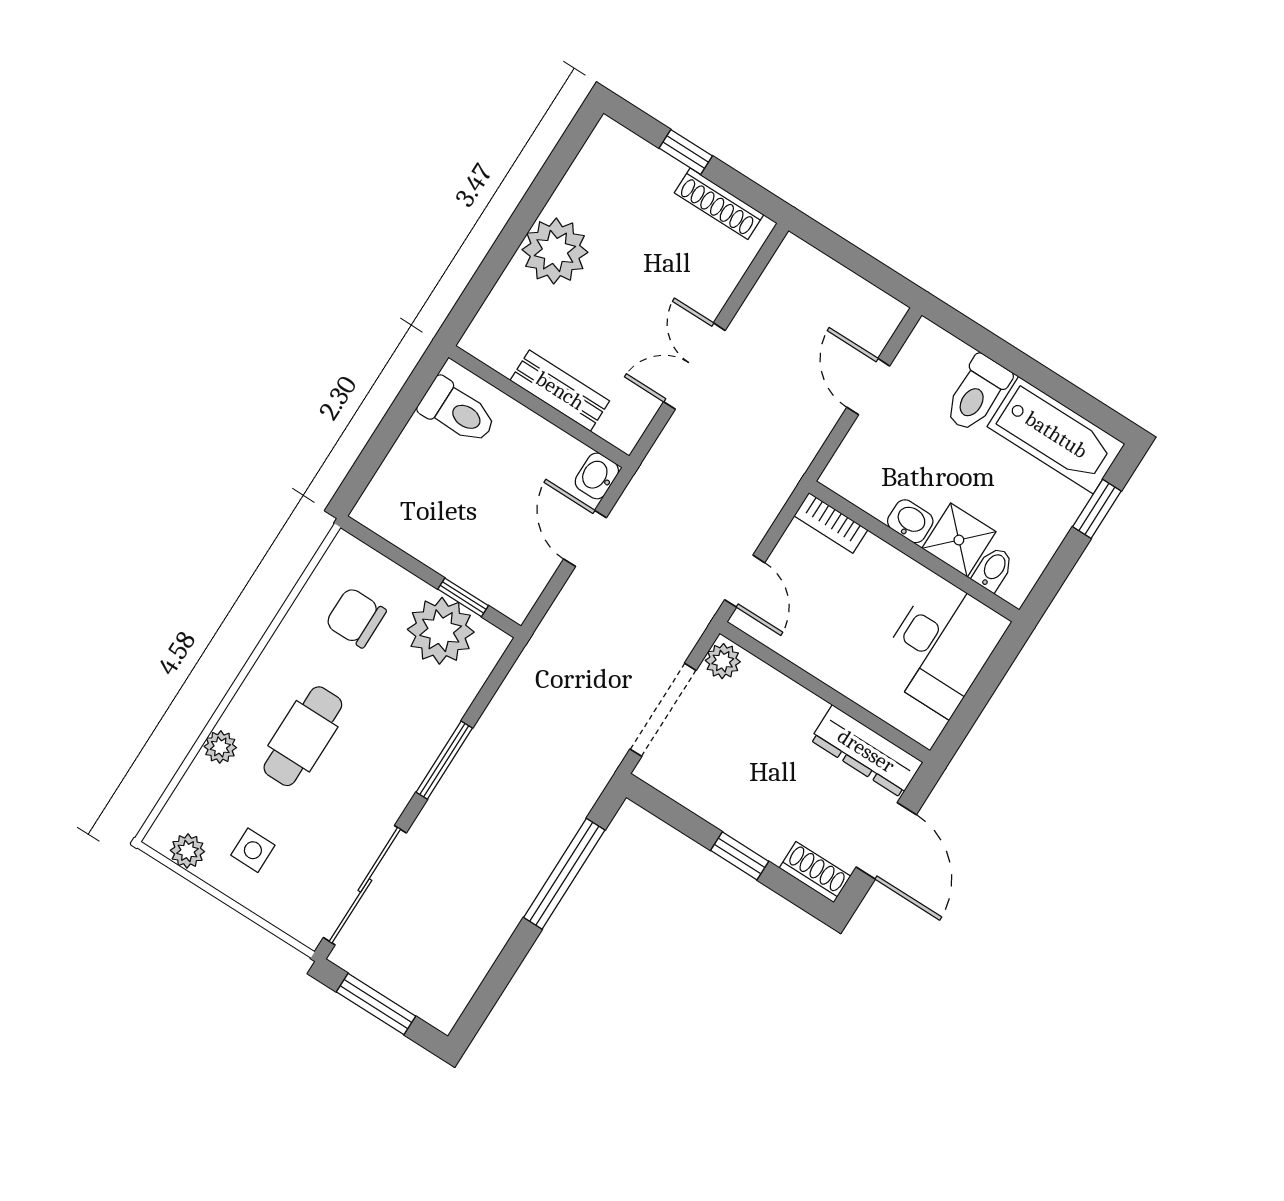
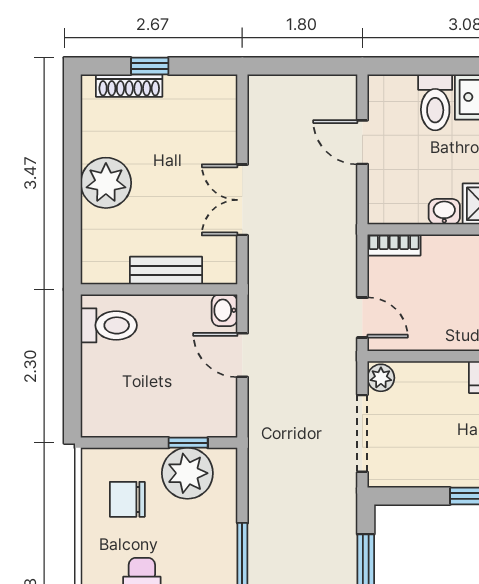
shoe rack: (719, 204) -> (129, 86), moved

